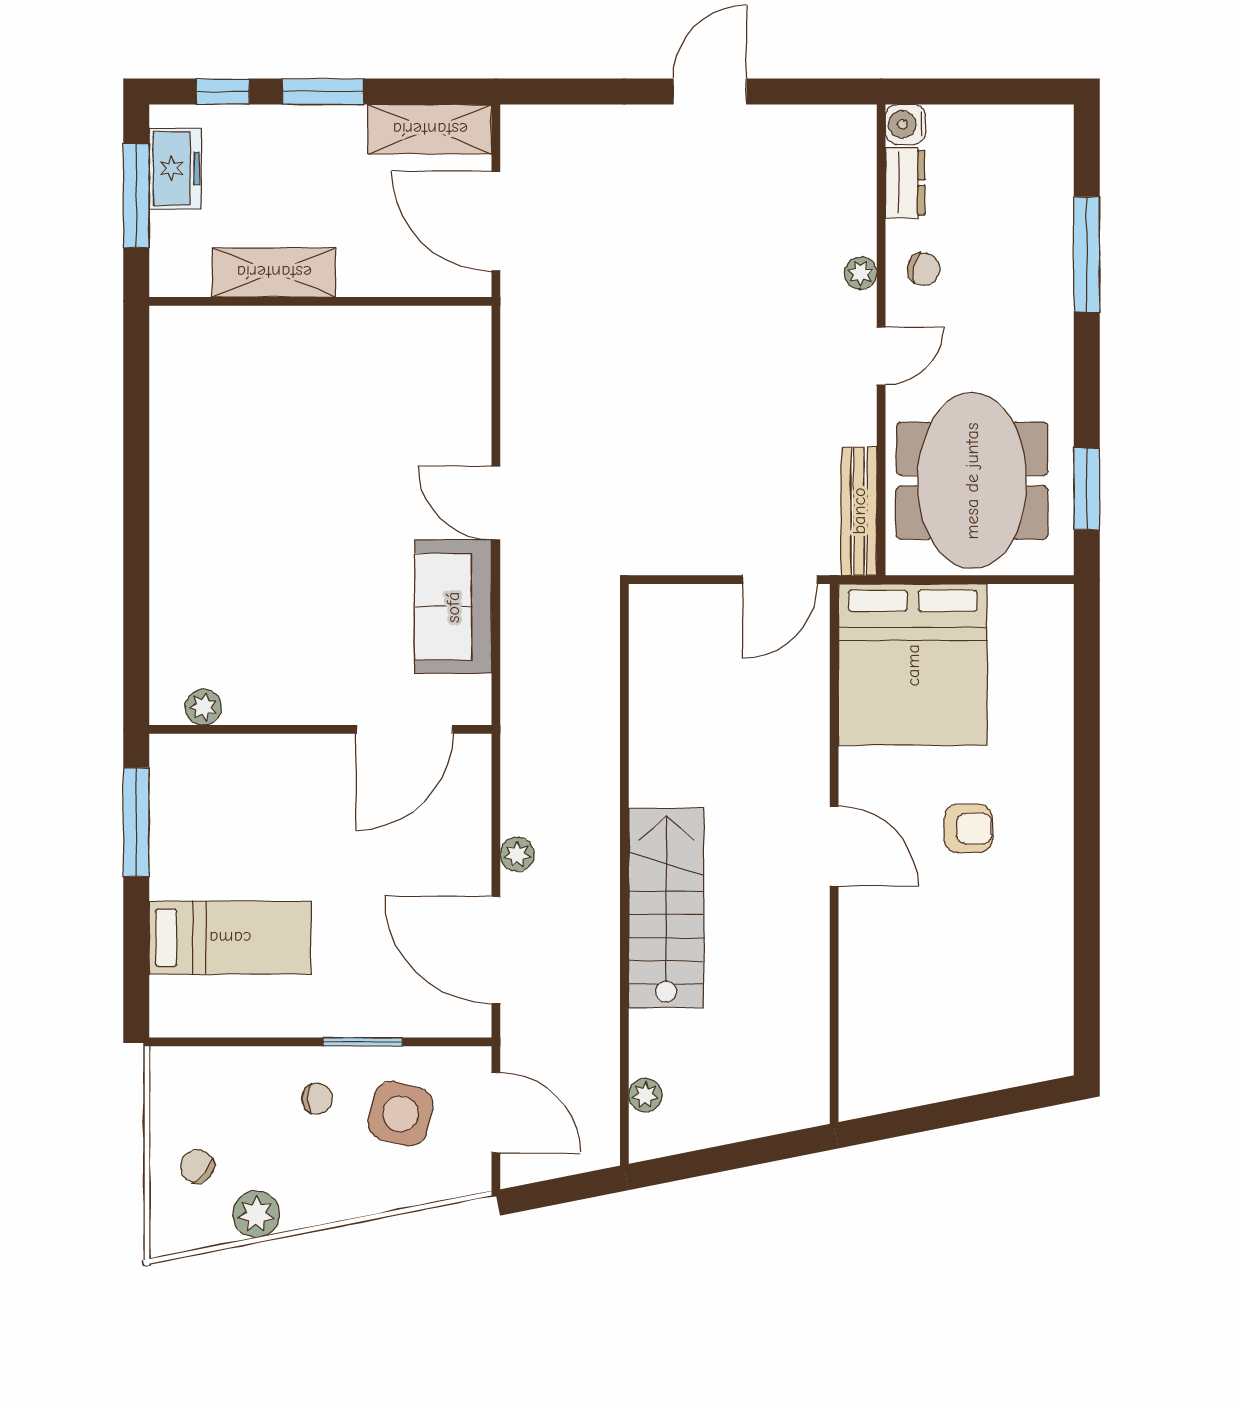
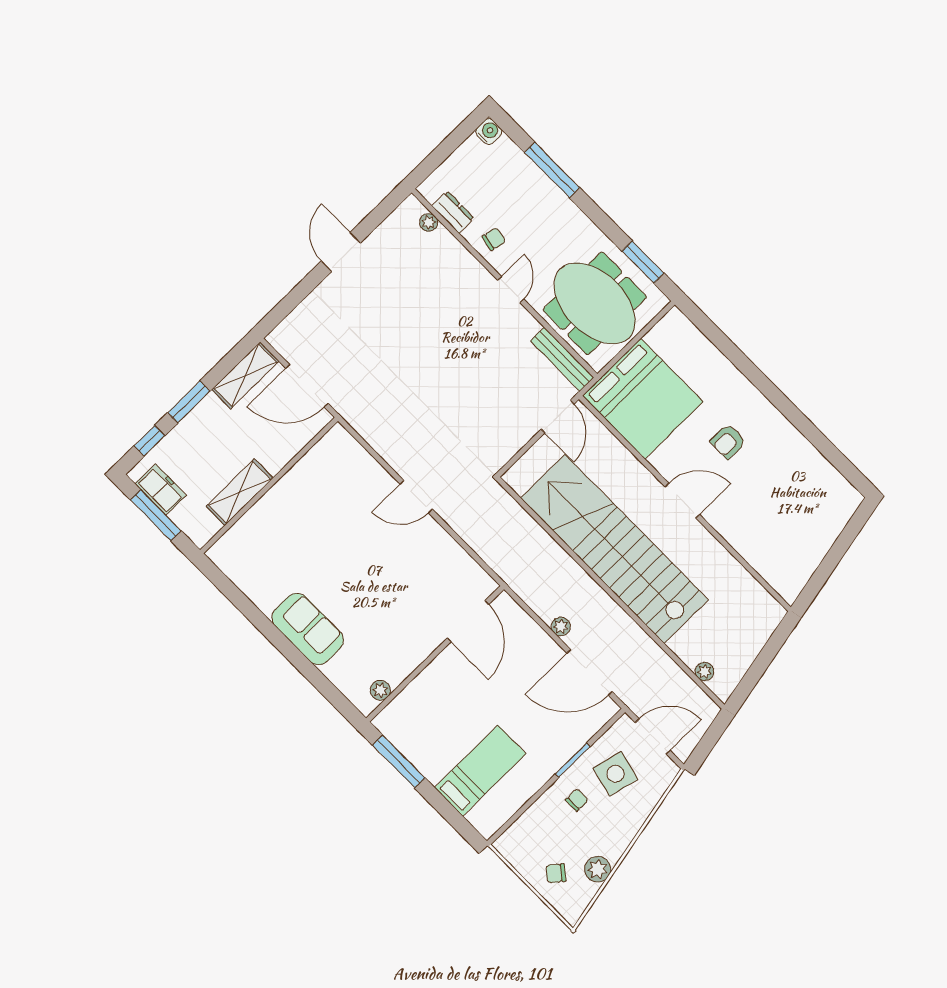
water cooler: (905, 124) -> (489, 132), moved, turned 180
plant: (861, 273) -> (429, 222), moved
sofa: (453, 607) -> (308, 629), moved, turned 180
armchair: (968, 828) -> (728, 441), turned 180
stairs: (666, 908) -> (614, 549), width x1.86, depth x1.51

